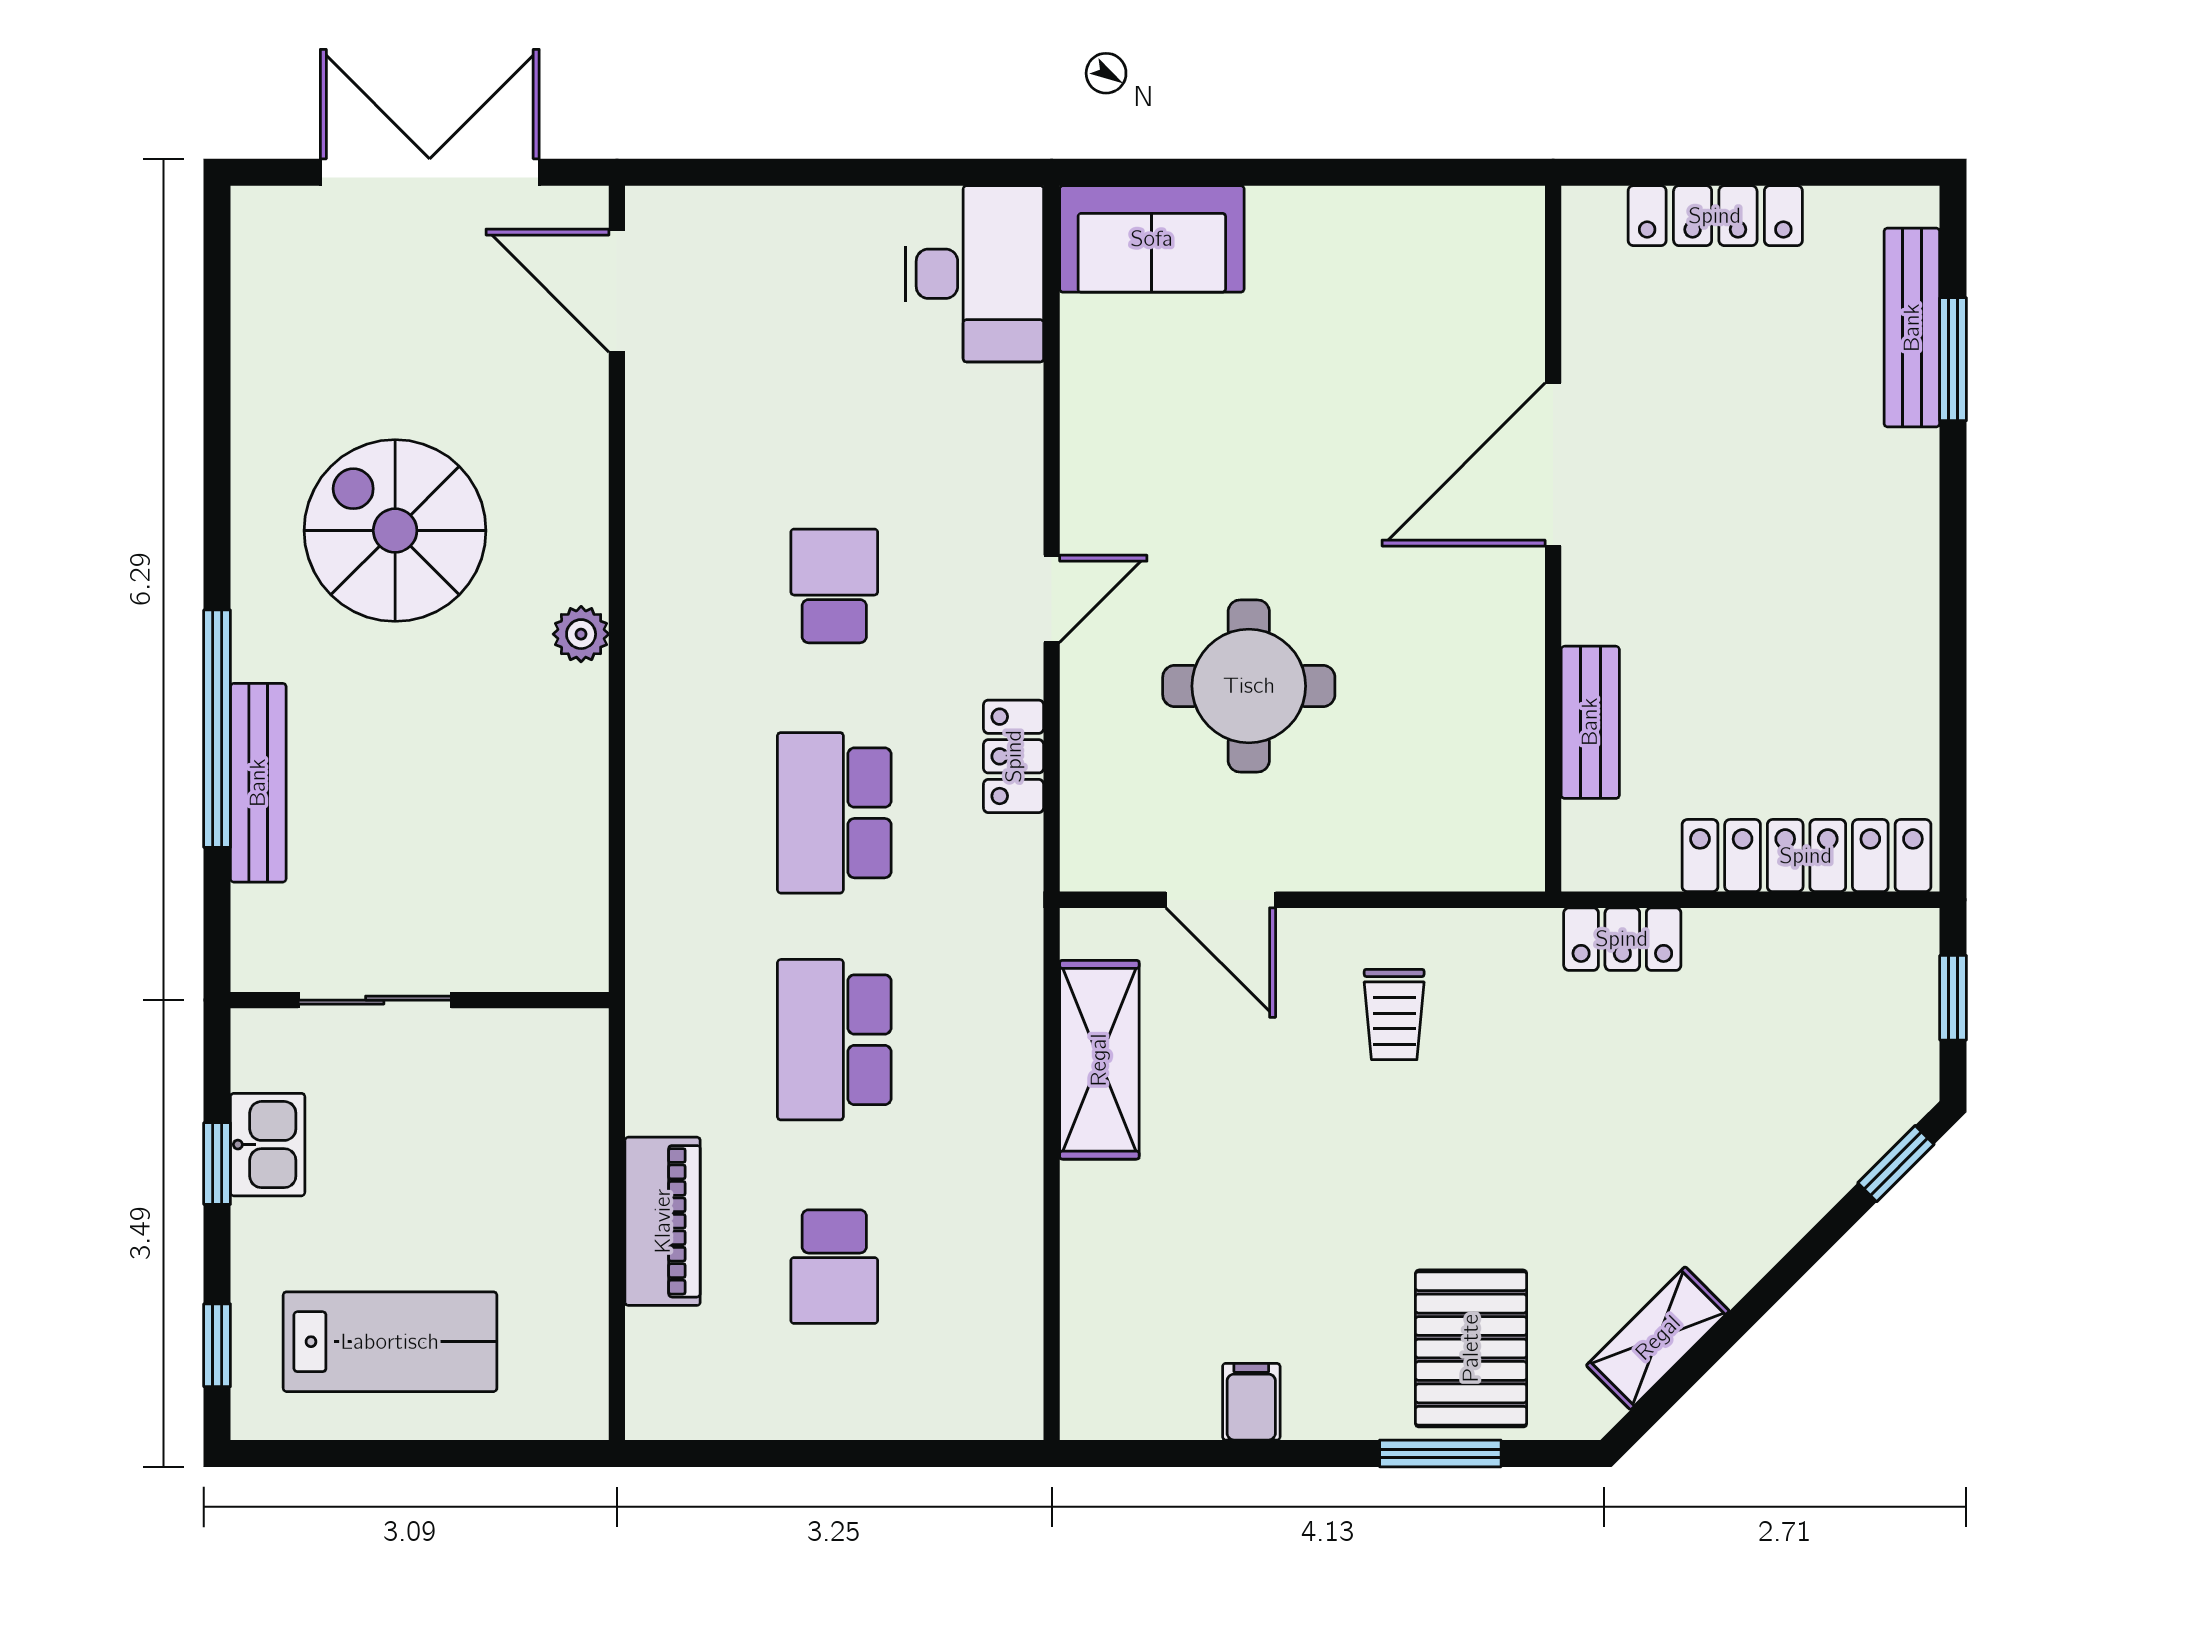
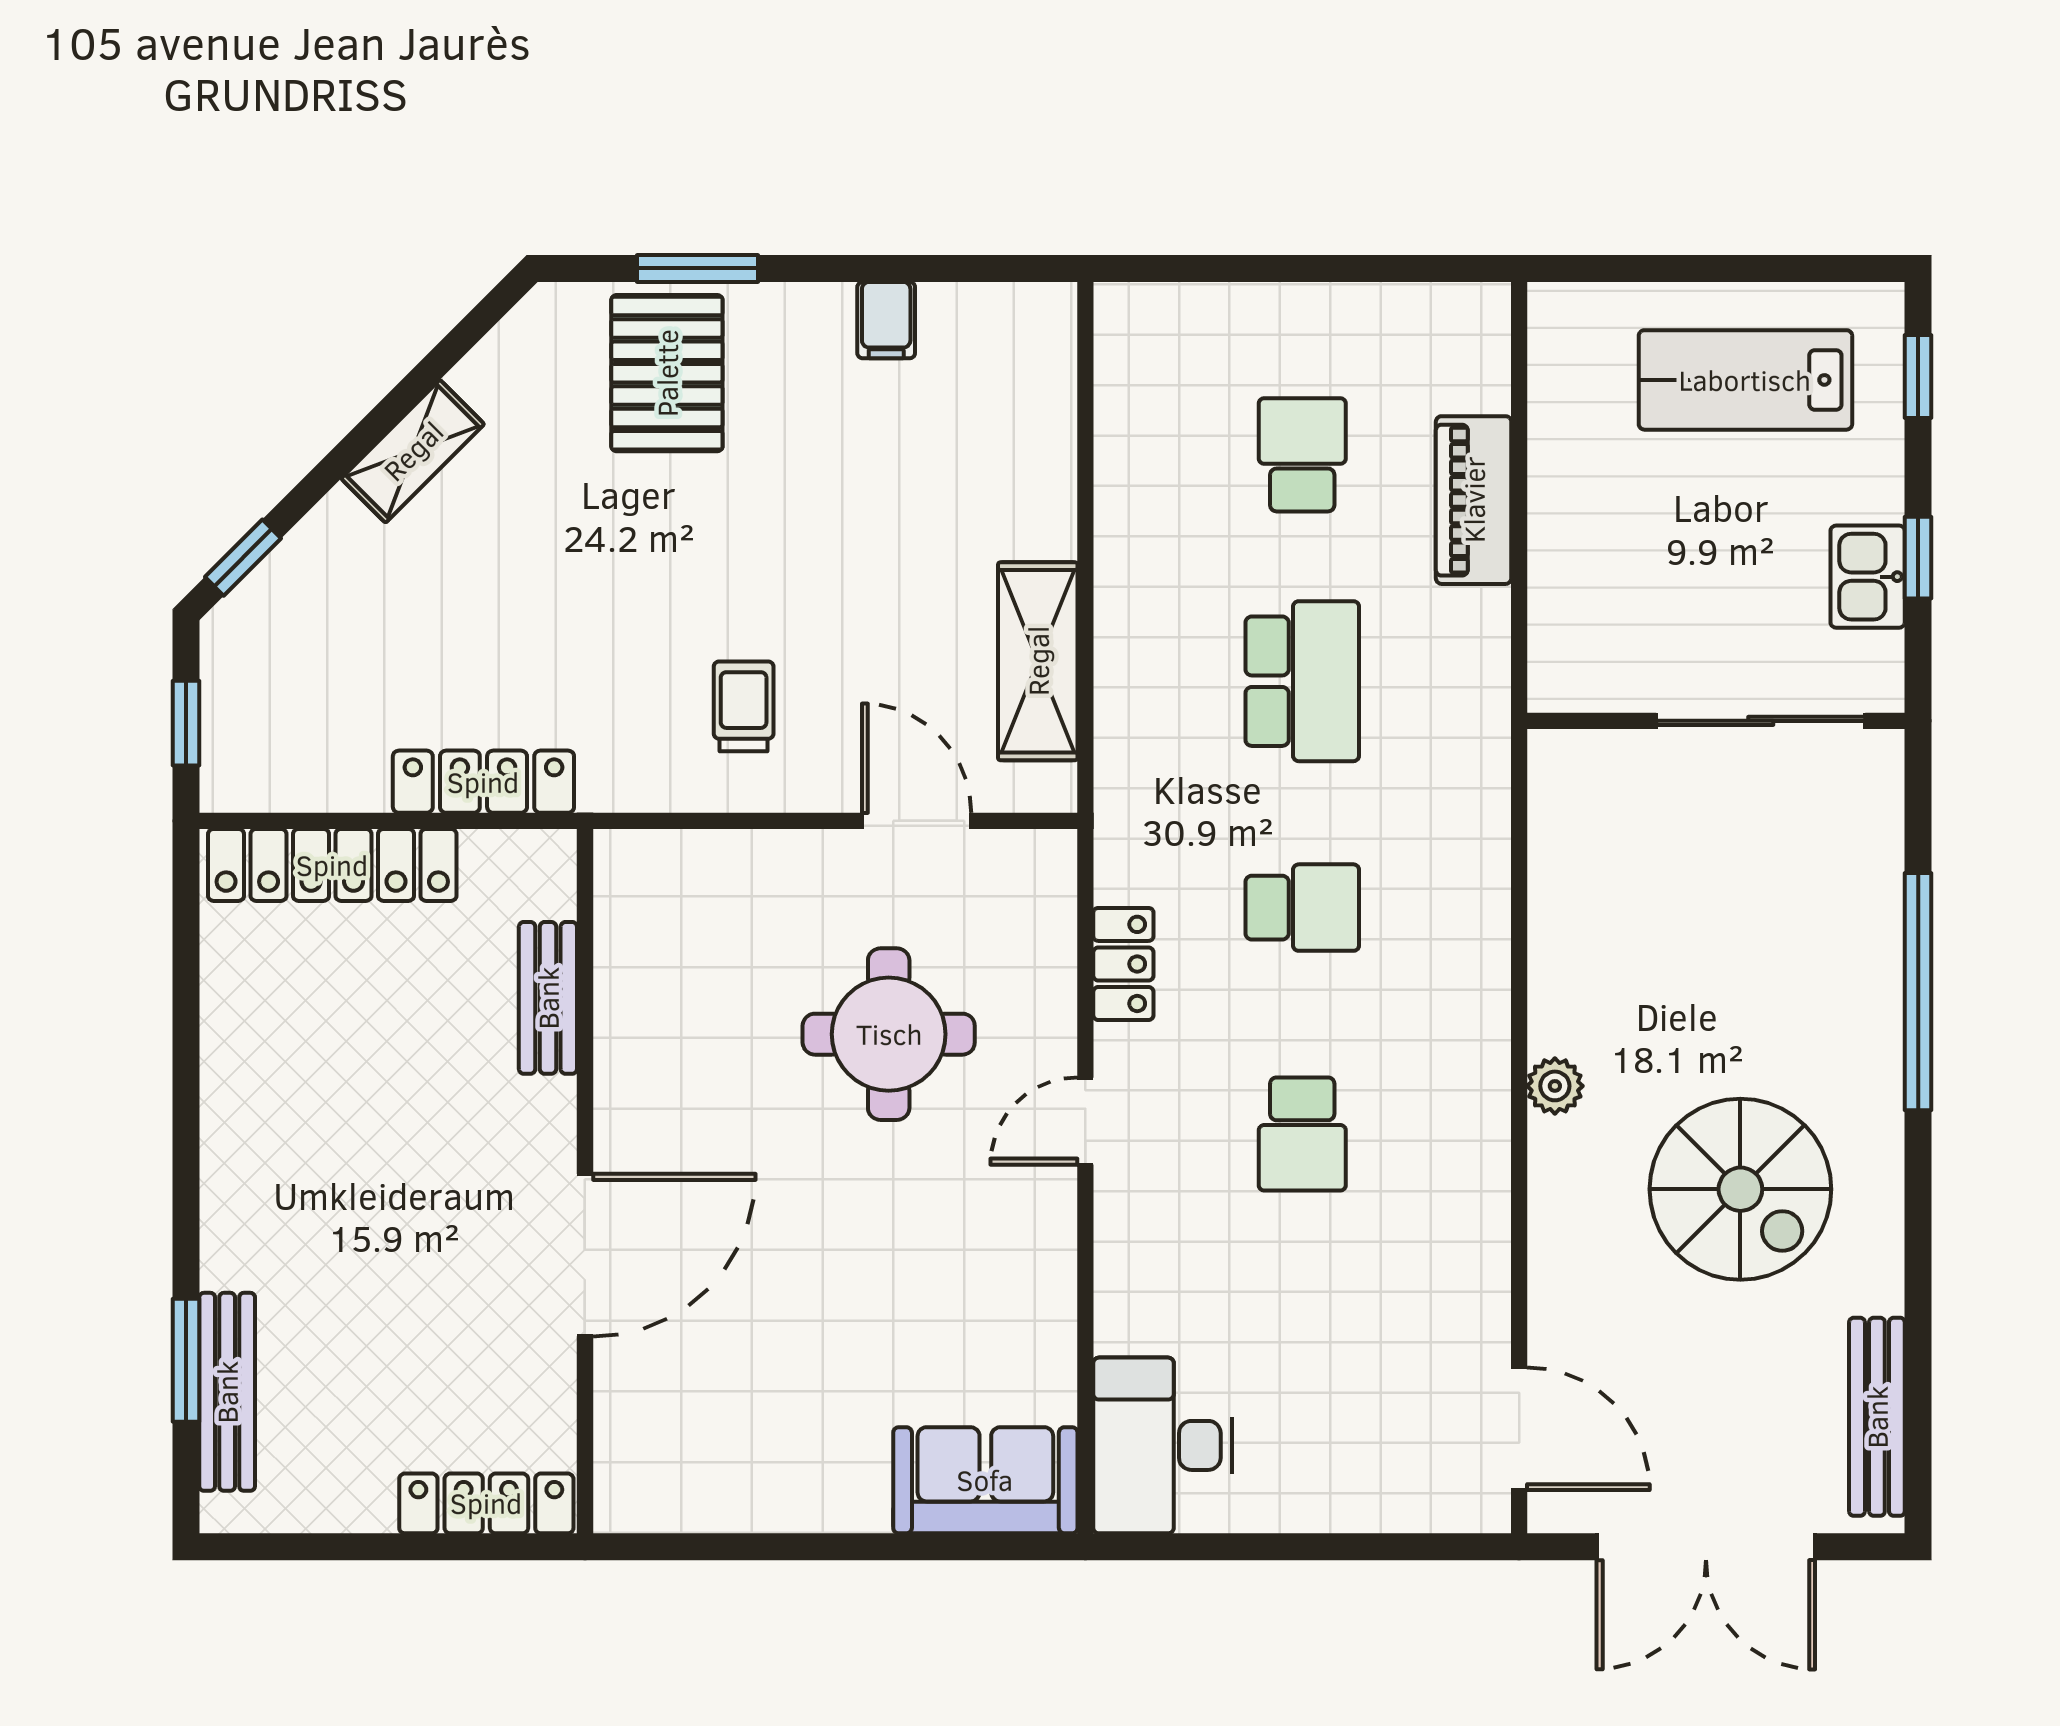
locker: (1715, 216) -> (486, 1503), moved
bench: (258, 783) -> (1877, 1417), moved
school desk: (834, 813) -> (1302, 908), width x0.54
locker: (1622, 939) -> (483, 782), width x1.53
sliding door: (375, 1000) -> (1761, 721), width x1.37
shelving: (1658, 1338) -> (413, 451), moved

